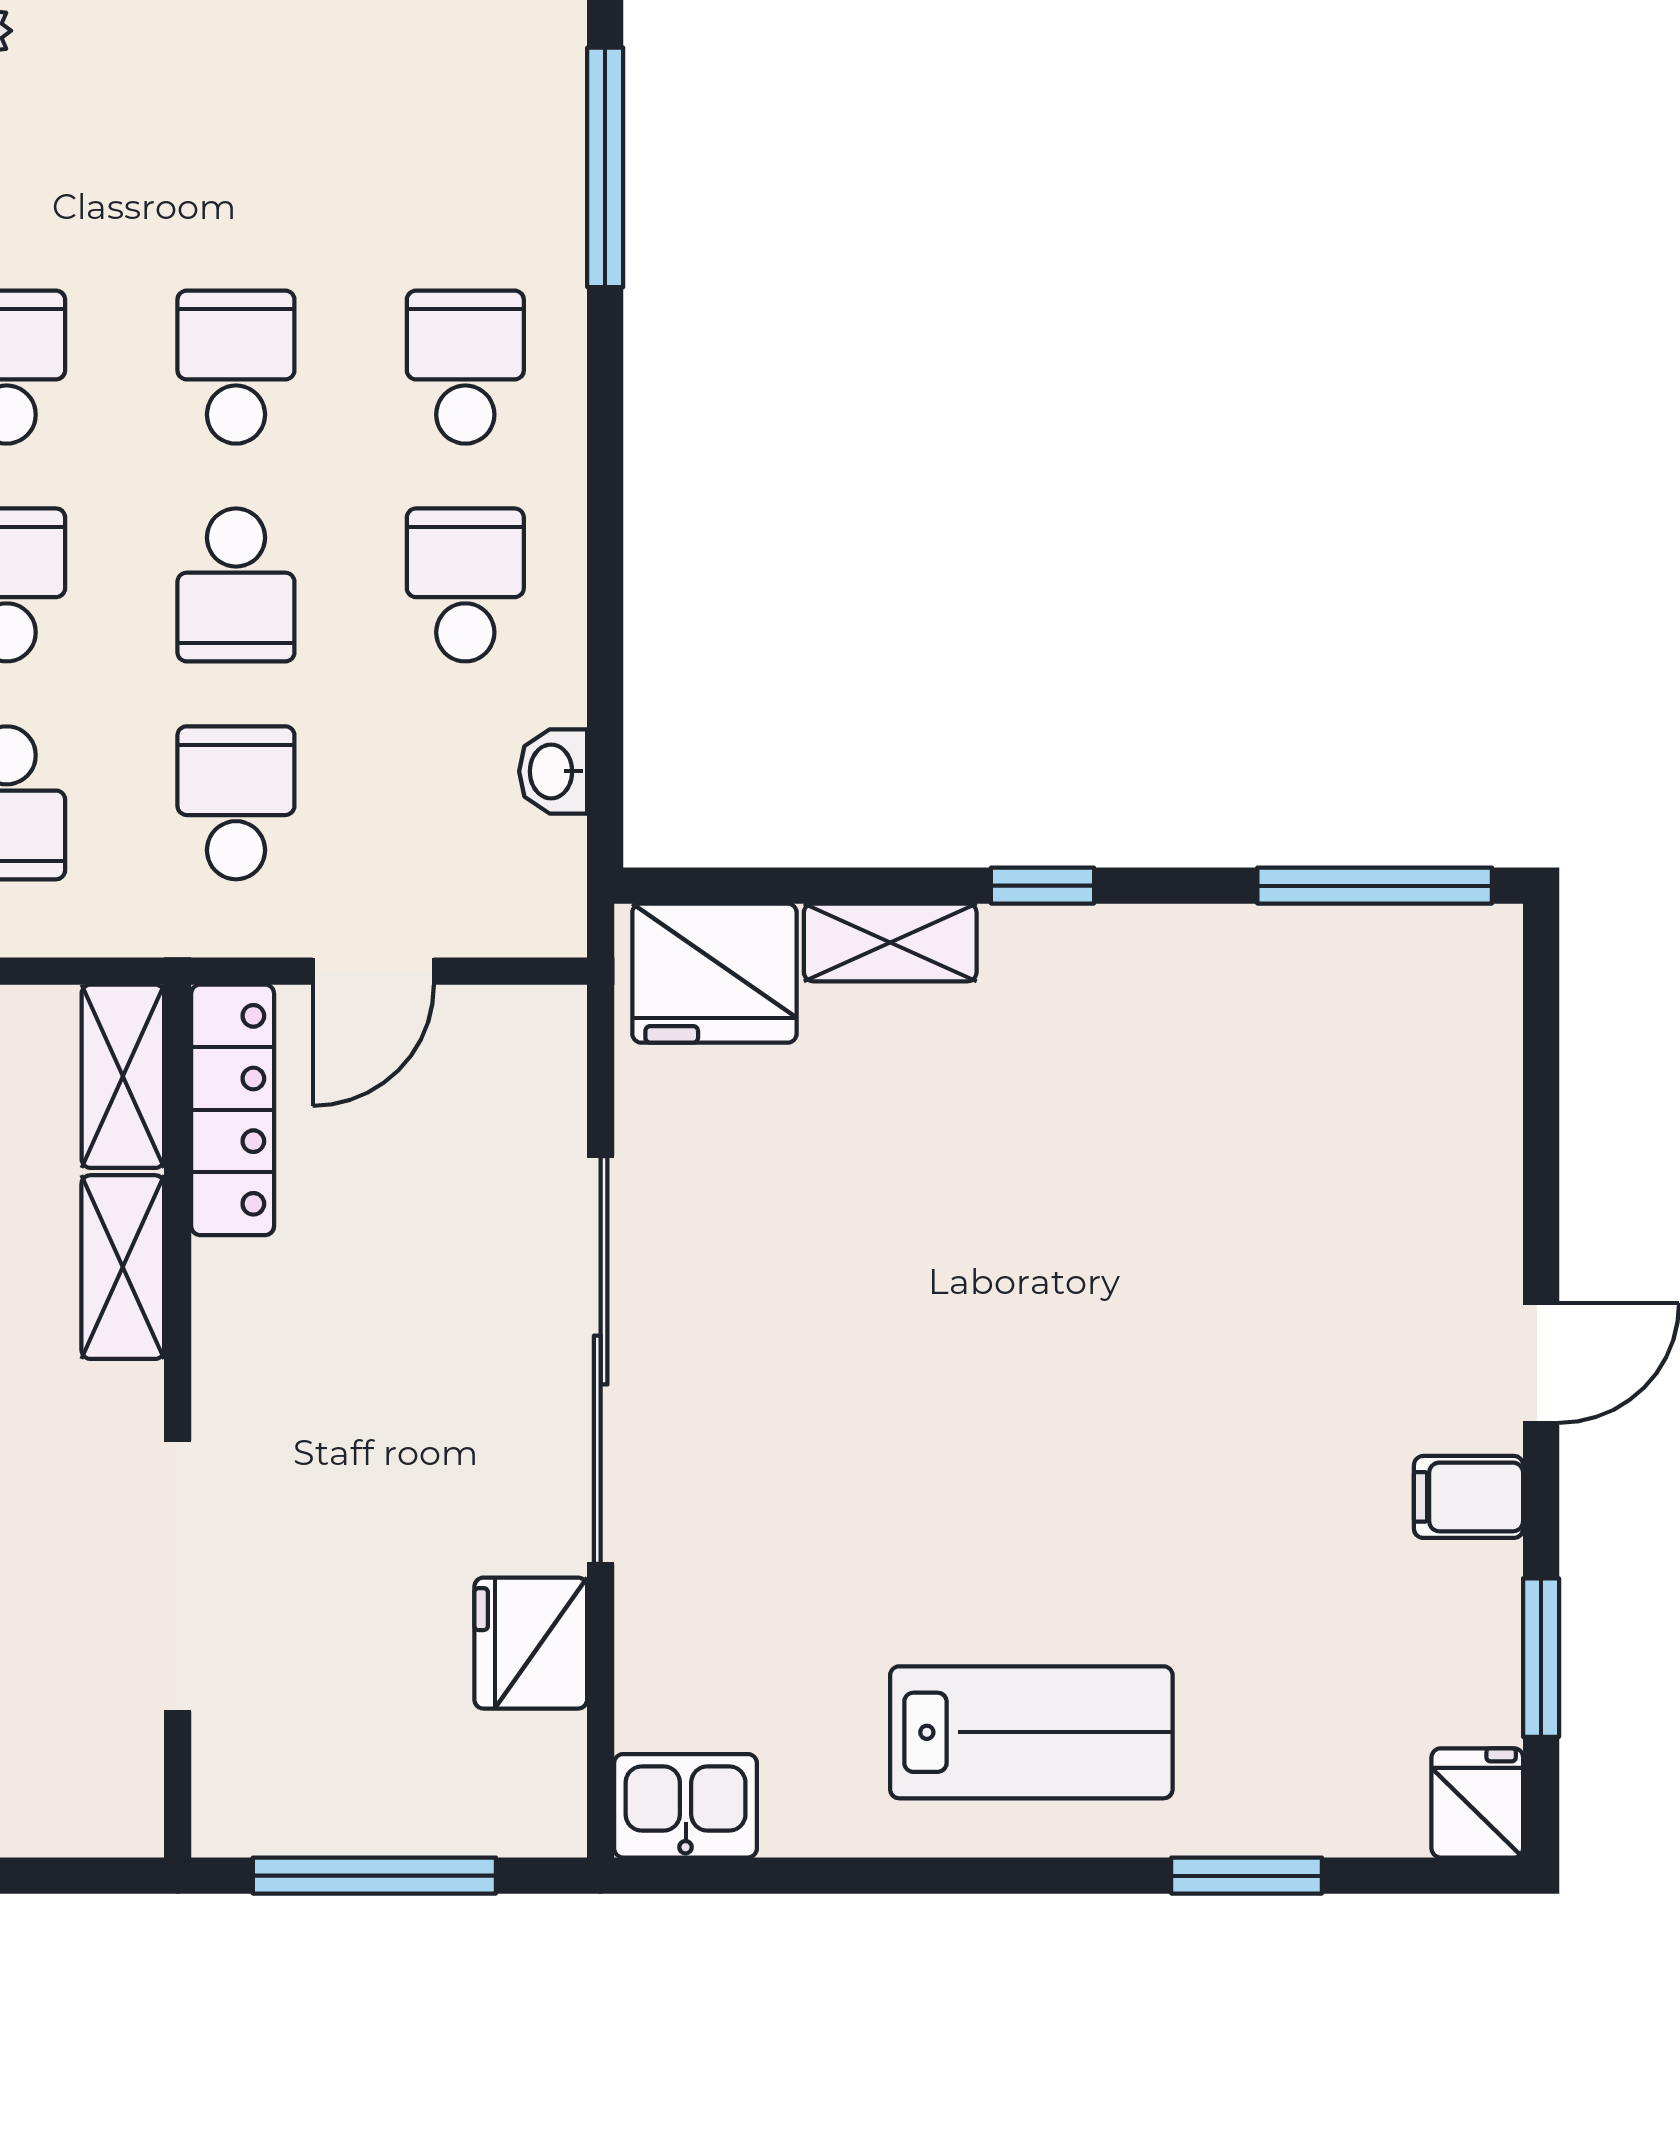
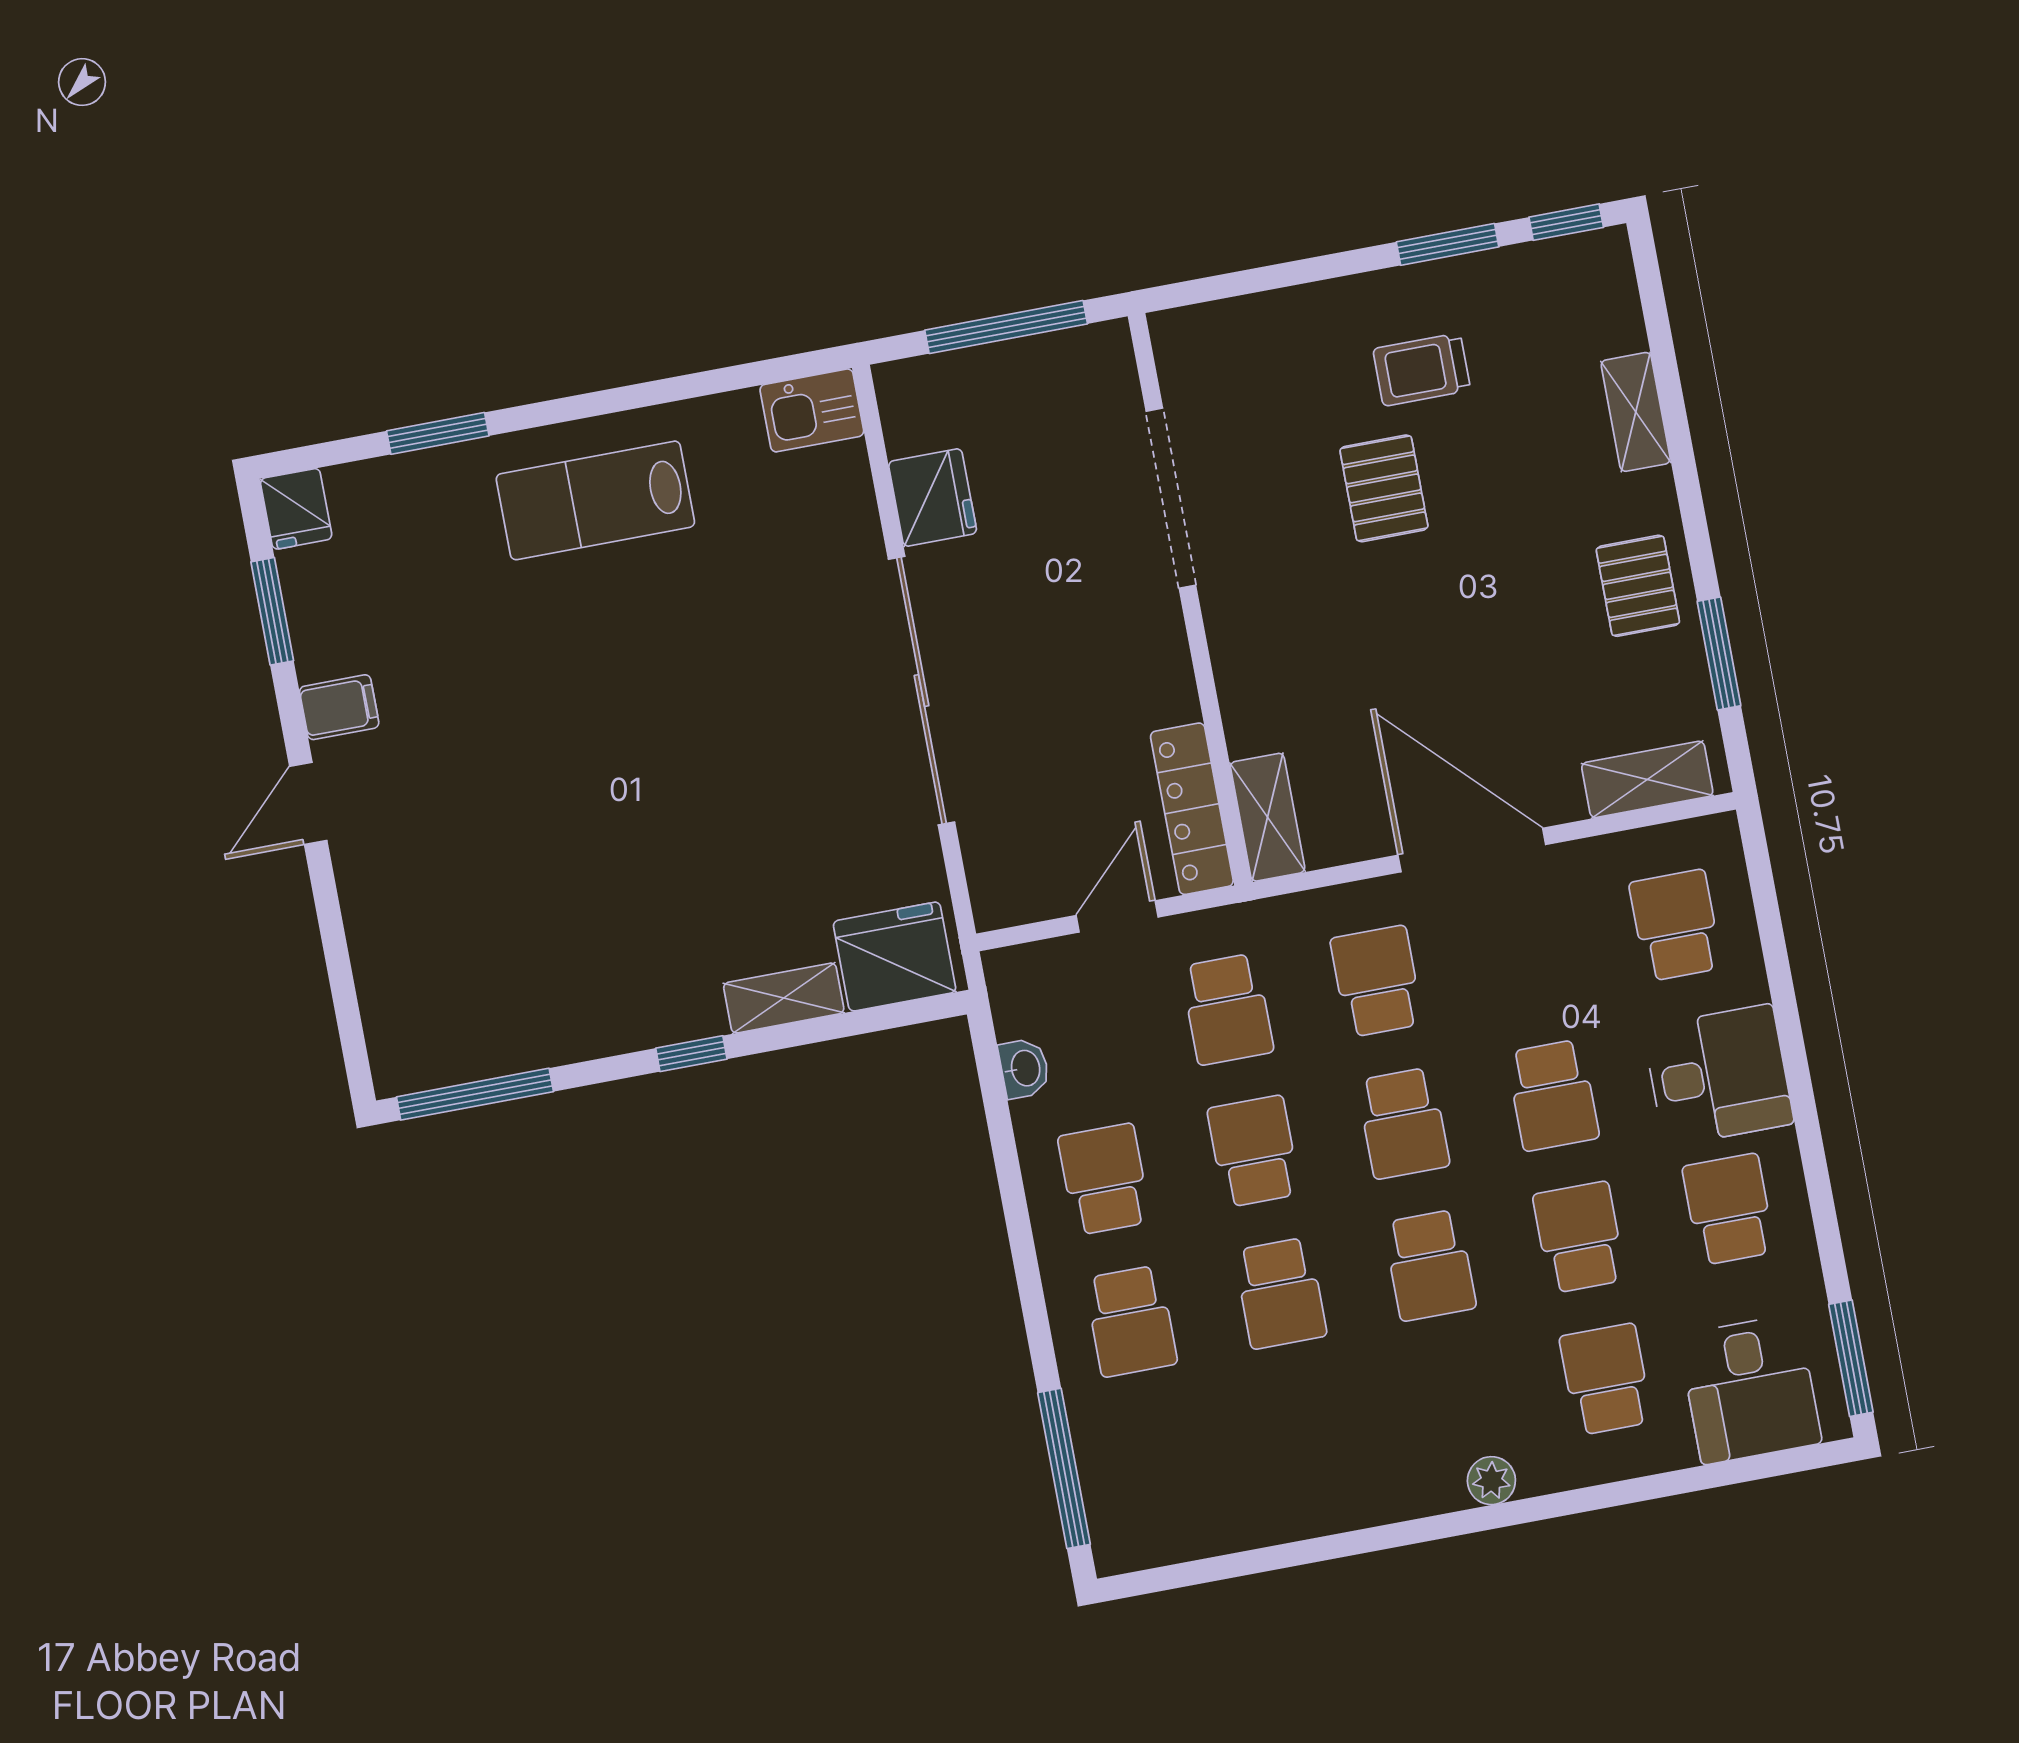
school desk: (465, 585) -> (1104, 1179), turned 180
shelving: (123, 1267) -> (1244, 693), removed

